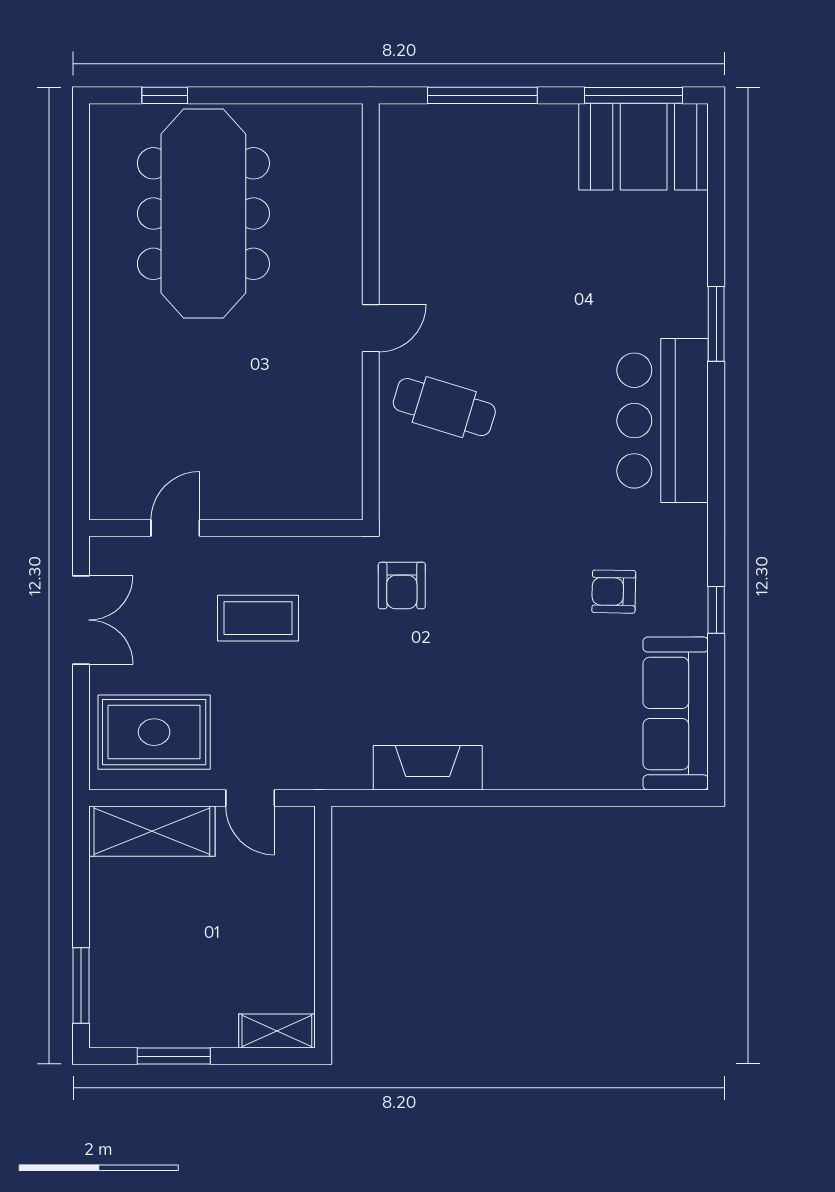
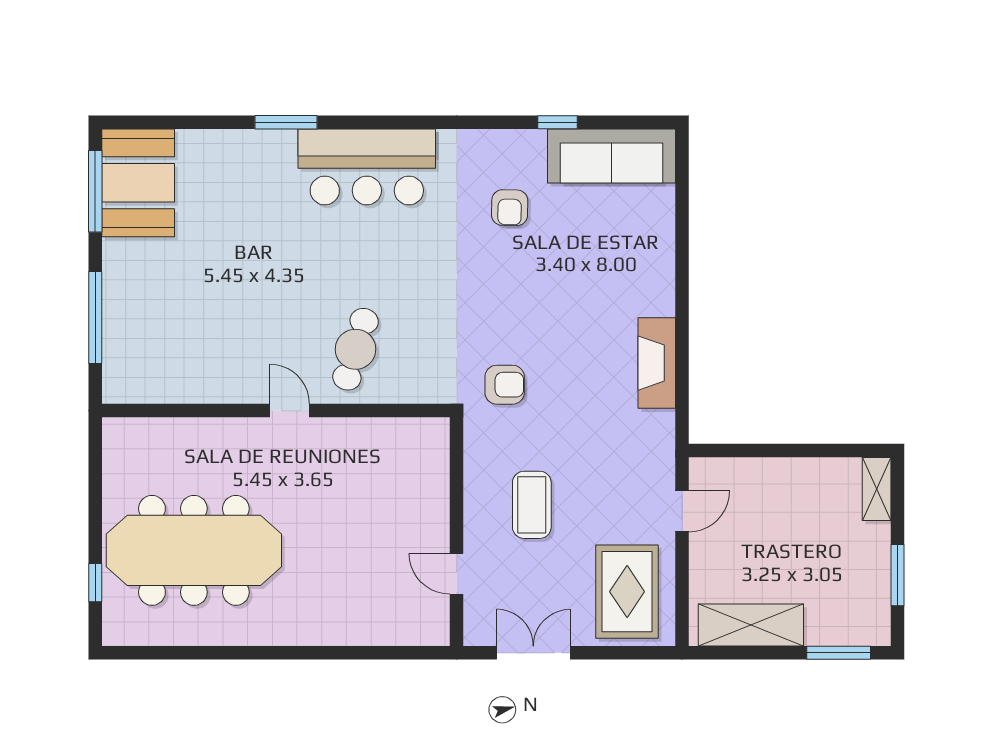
window: (716, 610) -> (558, 122), moved
shelving: (152, 831) -> (751, 625), moved, turned 90

